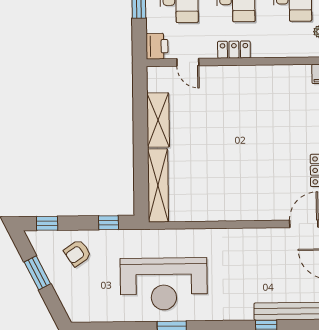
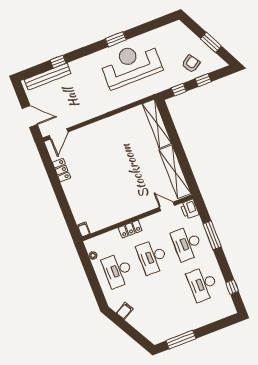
locker: (234, 50) -> (130, 229), moved
shelving: (158, 120) -> (175, 172), width x1.47
window: (47, 223) -> (203, 80), moved

